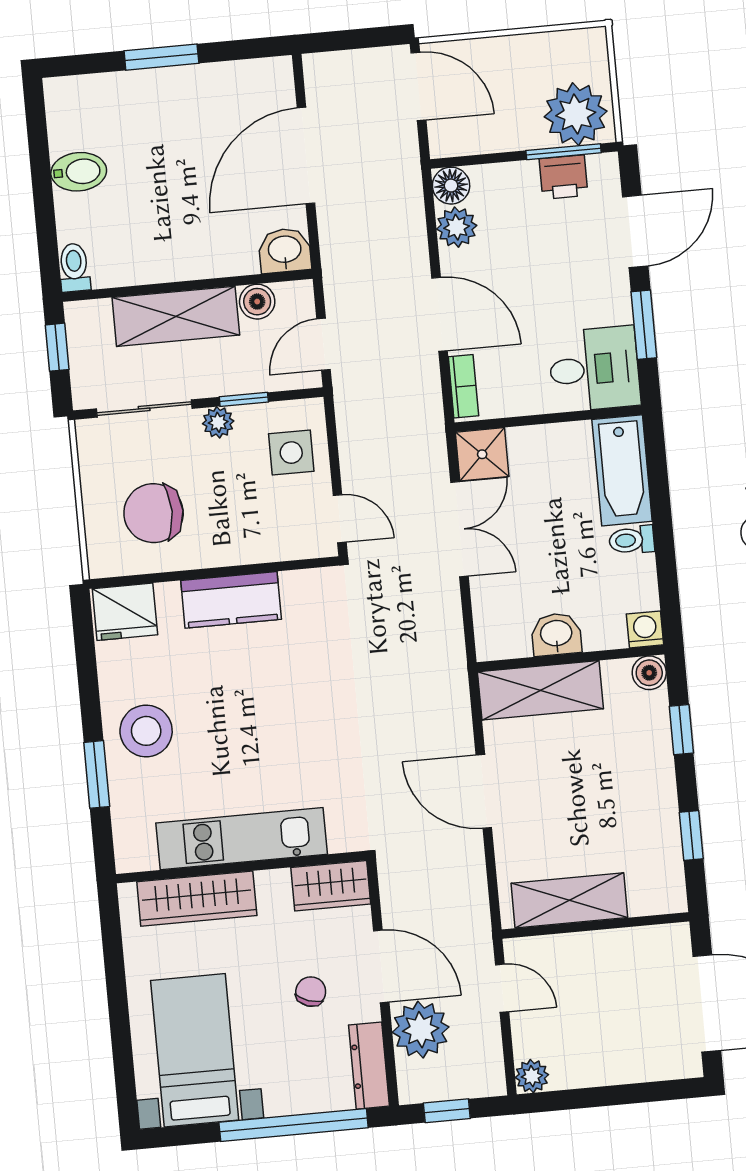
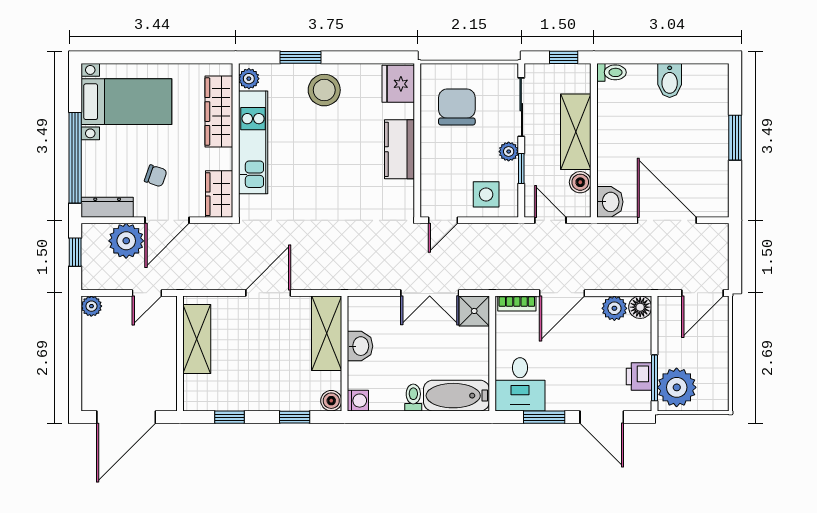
plant: (139, 855) -> (249, 79), added

